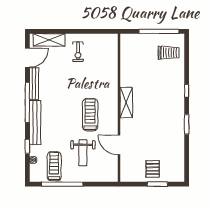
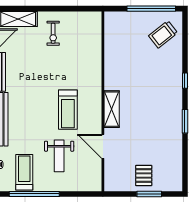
trolley: (169, 53) -> (163, 34), turned 142
shelving: (126, 103) -> (112, 109), moved
treadmill: (90, 115) -> (68, 110), turned 180

